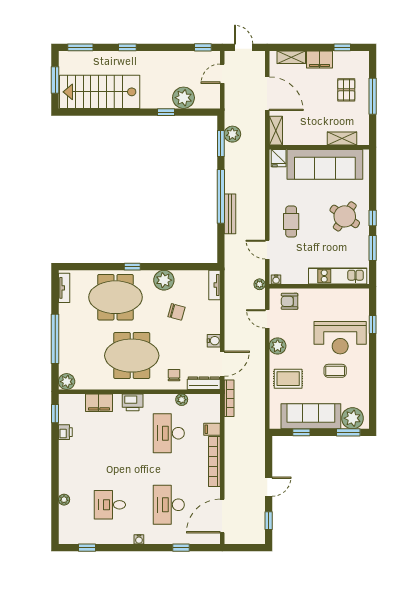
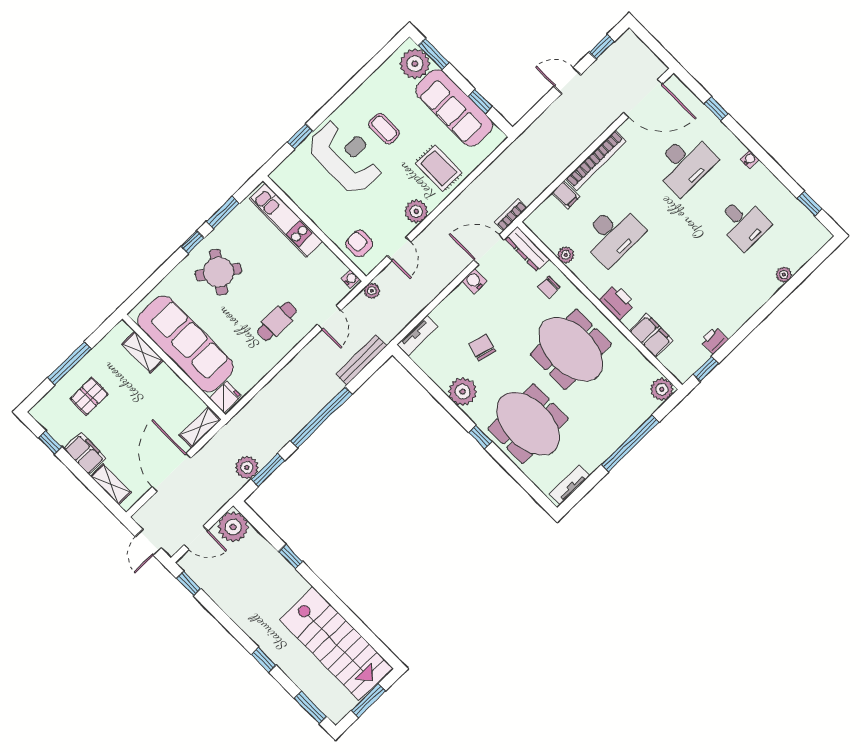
plant: (183, 98) -> (233, 527), moved
bench: (230, 214) -> (361, 360), moved
armchair: (290, 301) -> (359, 244), turned 180
bookcase: (229, 398) -> (511, 215), width x0.64

